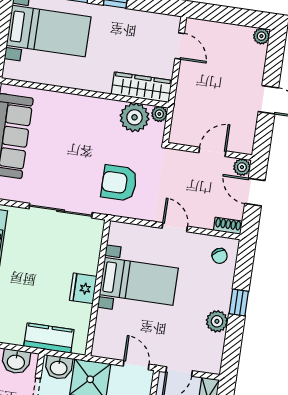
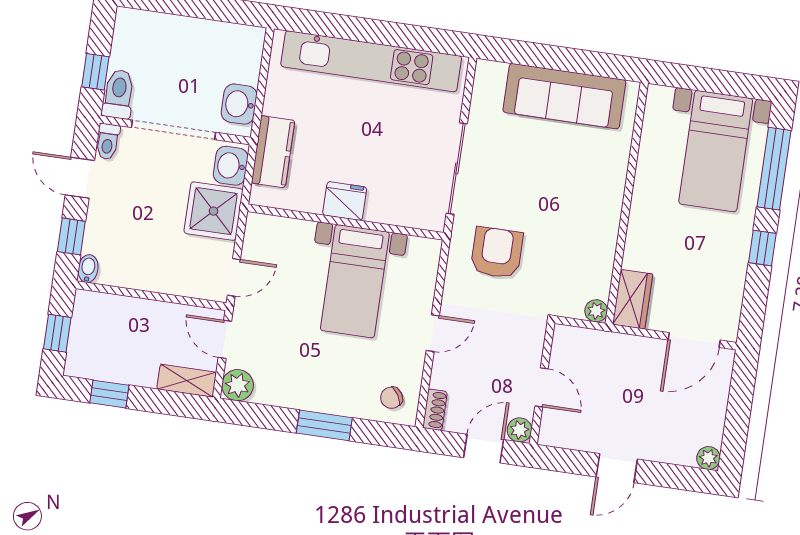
door: (180, 46) -> (694, 340), width x1.37
wardrobe: (142, 87) -> (633, 299), width x0.67
plant: (135, 117) -> (591, 275), removed
window: (239, 302) -> (324, 425), width x1.50
plant: (217, 321) -> (238, 385), moved

